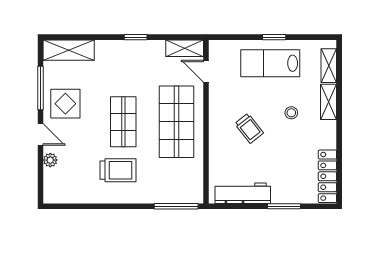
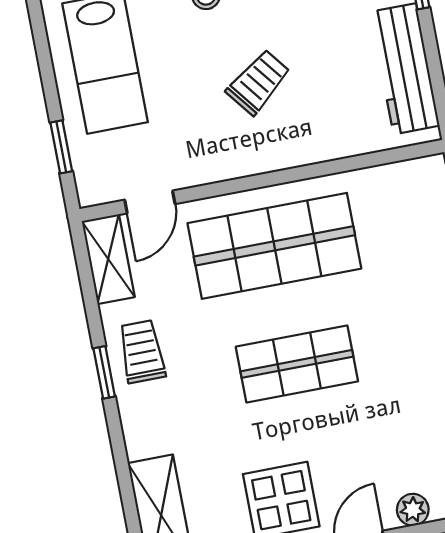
window: (274, 37) -> (61, 147), moved
trolley: (118, 170) -> (142, 352), moved, width x0.73, depth x0.72

